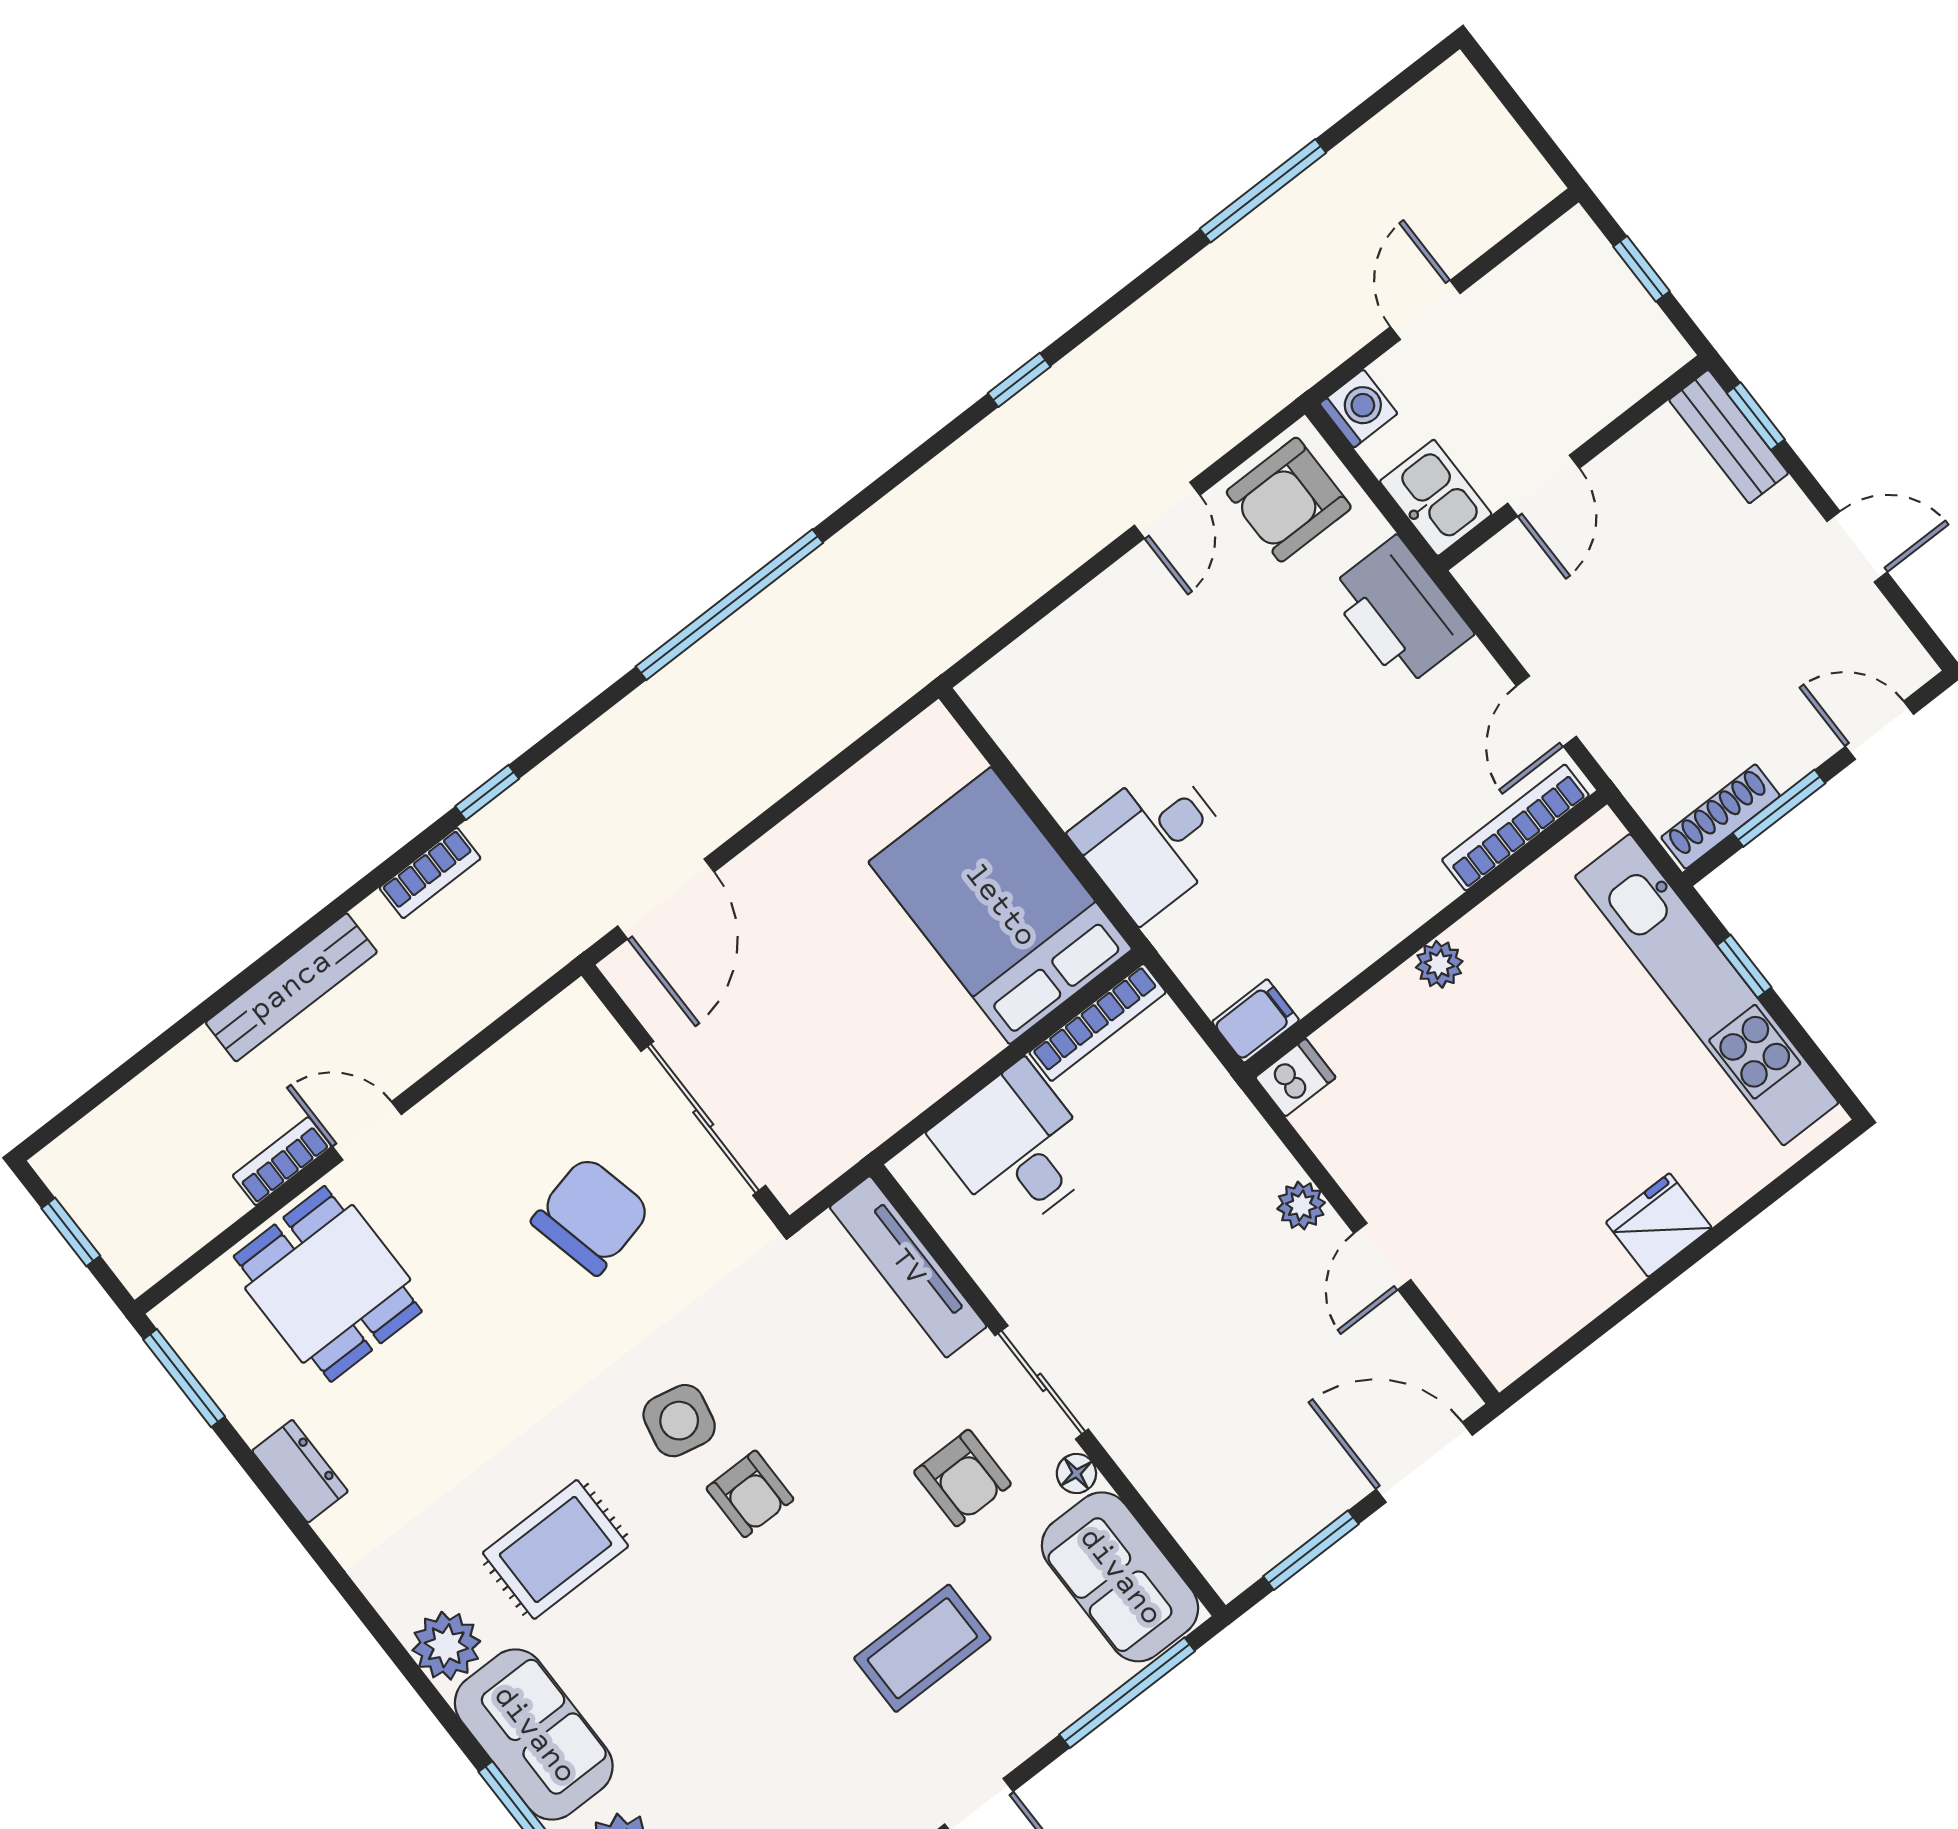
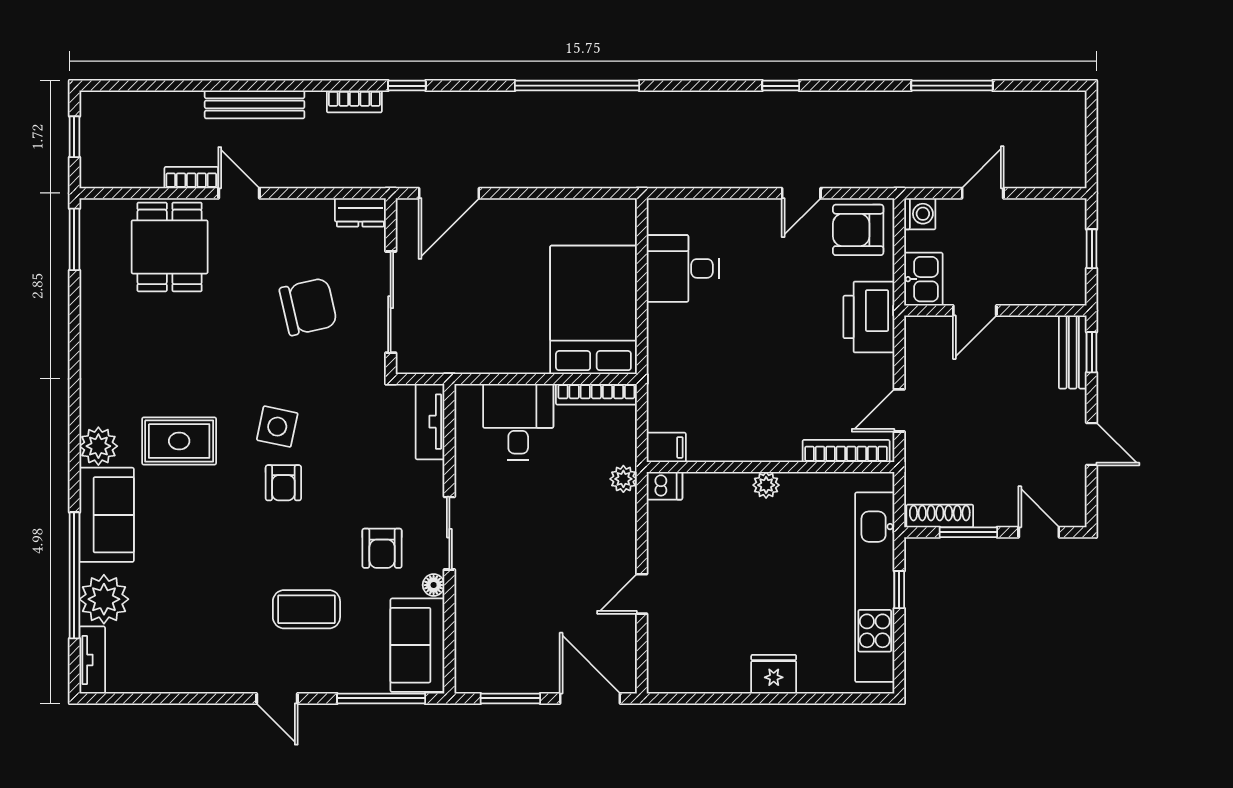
desk: (1153, 841) -> (683, 268), moved
plant: (1301, 1206) -> (623, 479), moved
tv unit: (908, 1267) -> (430, 422), width x0.71
dresser: (300, 1471) -> (360, 212), moved, turned 90

